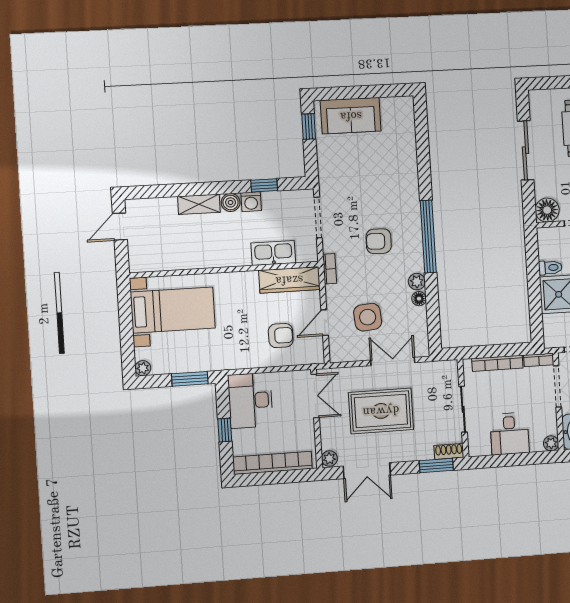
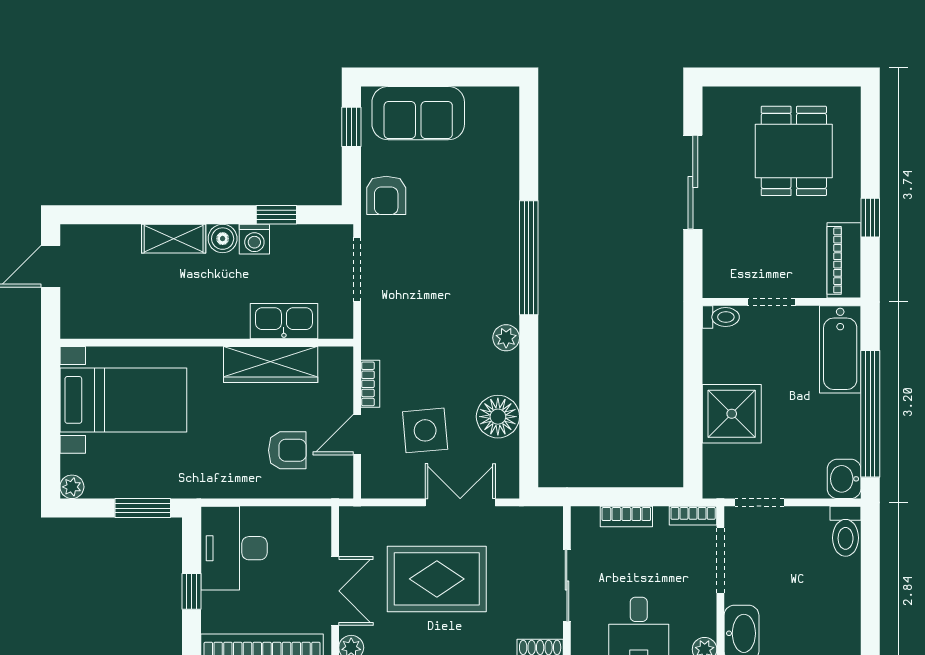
floor lamp: (547, 210) -> (722, 279), removed
window: (428, 236) -> (529, 258), moved
armchair: (379, 241) -> (386, 195), moved, turned -91
toilet: (550, 268) -> (721, 317), moved
bookcase: (330, 269) -> (370, 384), moved
wardrobe: (289, 280) -> (271, 365), moved
plant: (417, 282) -> (506, 338), moved
floor lamp: (419, 299) -> (498, 417), width x1.89, depth x1.89
bookcase: (497, 363) -> (626, 517), width x0.64
double door: (315, 396) -> (335, 591), moved

